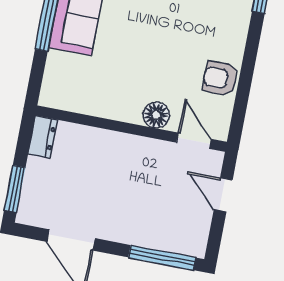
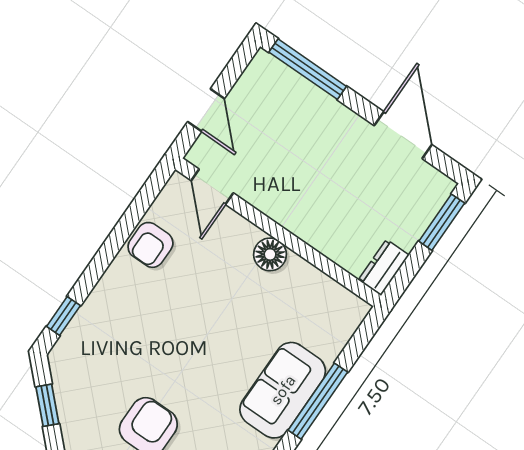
armchair: (220, 78) -> (150, 245), turned 90
floor lamp: (156, 115) -> (270, 254), moved

